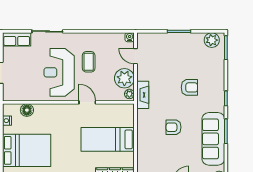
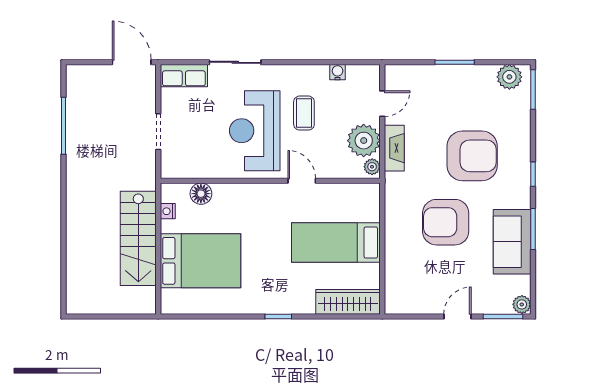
water cooler: (130, 37) -> (338, 72), moved
door: (136, 56) -> (382, 104), swing flipped
armchair: (189, 87) -> (472, 156), width x1.88, depth x1.88
fireplace: (143, 95) -> (394, 148), moved
armchair: (174, 127) -> (446, 222), width x1.88, depth x1.88
sofa: (213, 139) -> (512, 242), width x0.73

